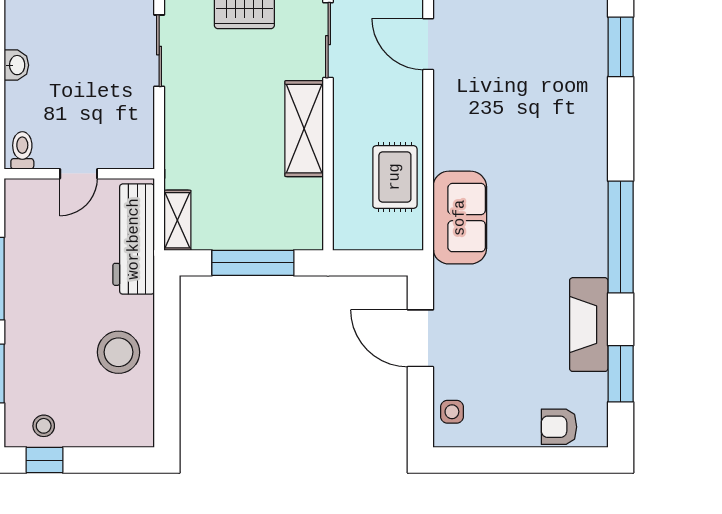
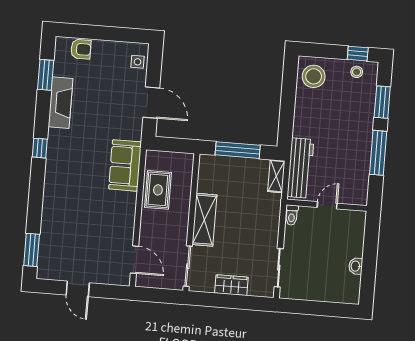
toilet: (22, 150) -> (292, 215), moved
window: (621, 237) -> (40, 148), width x0.32
stool: (118, 352) -> (314, 76), moved

